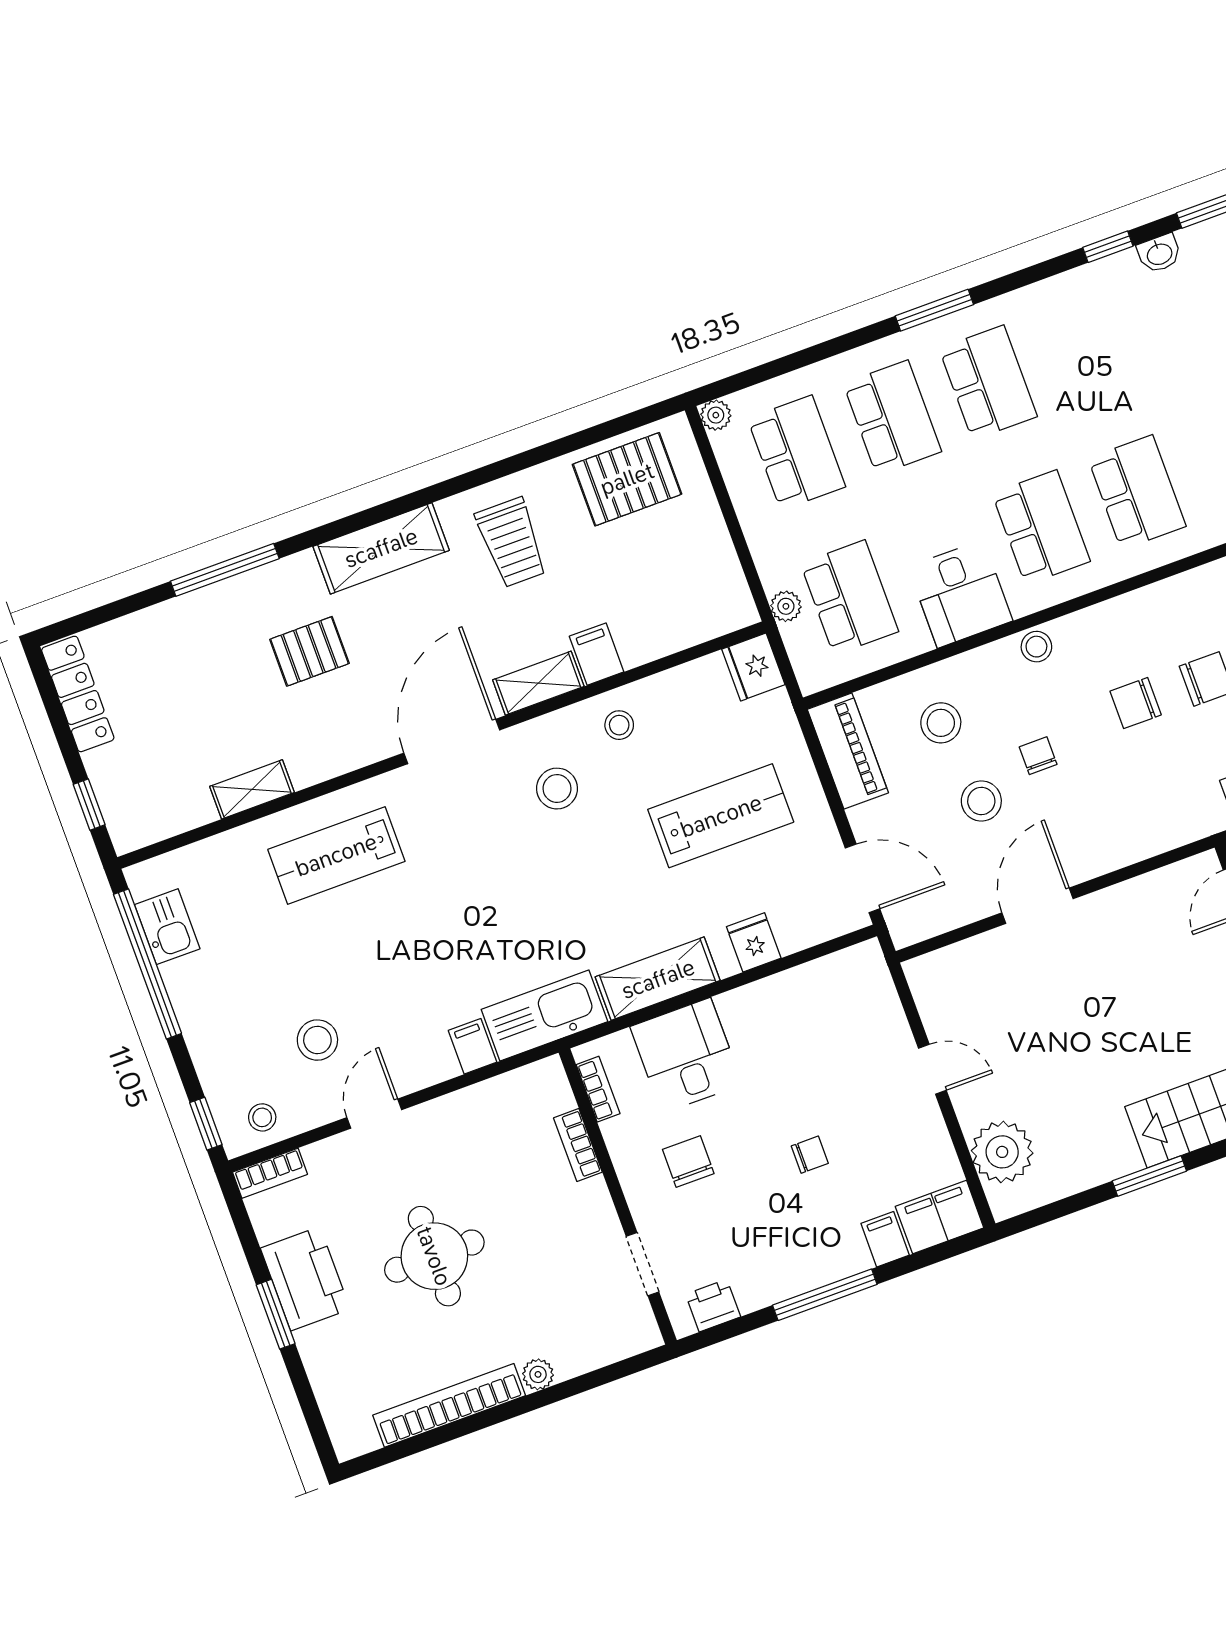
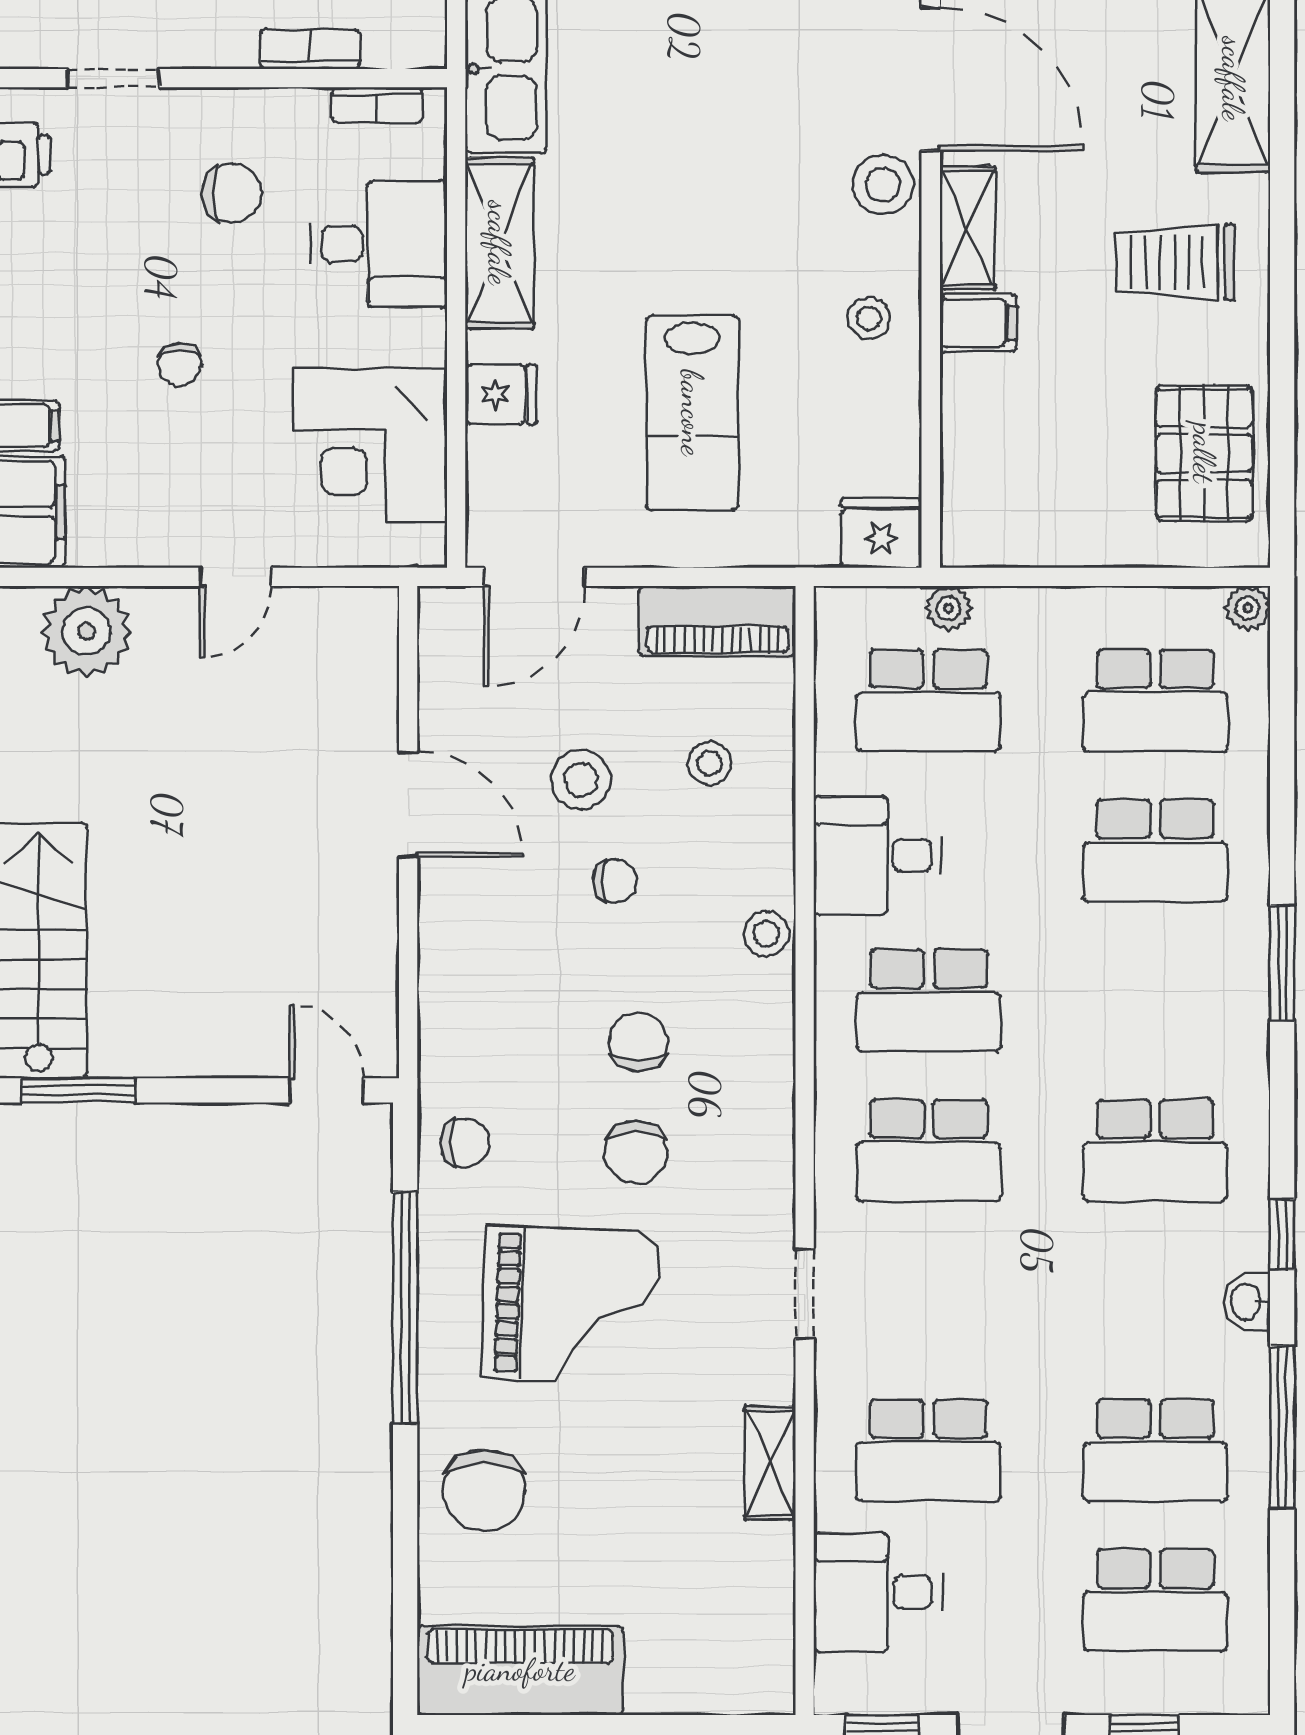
school desk: (988, 383) -> (1155, 1150), moved
stool: (941, 723) -> (709, 763), width x0.73, depth x0.73
stool: (557, 789) -> (883, 184), moved
corner desk: (817, 1014) -> (370, 445), added

